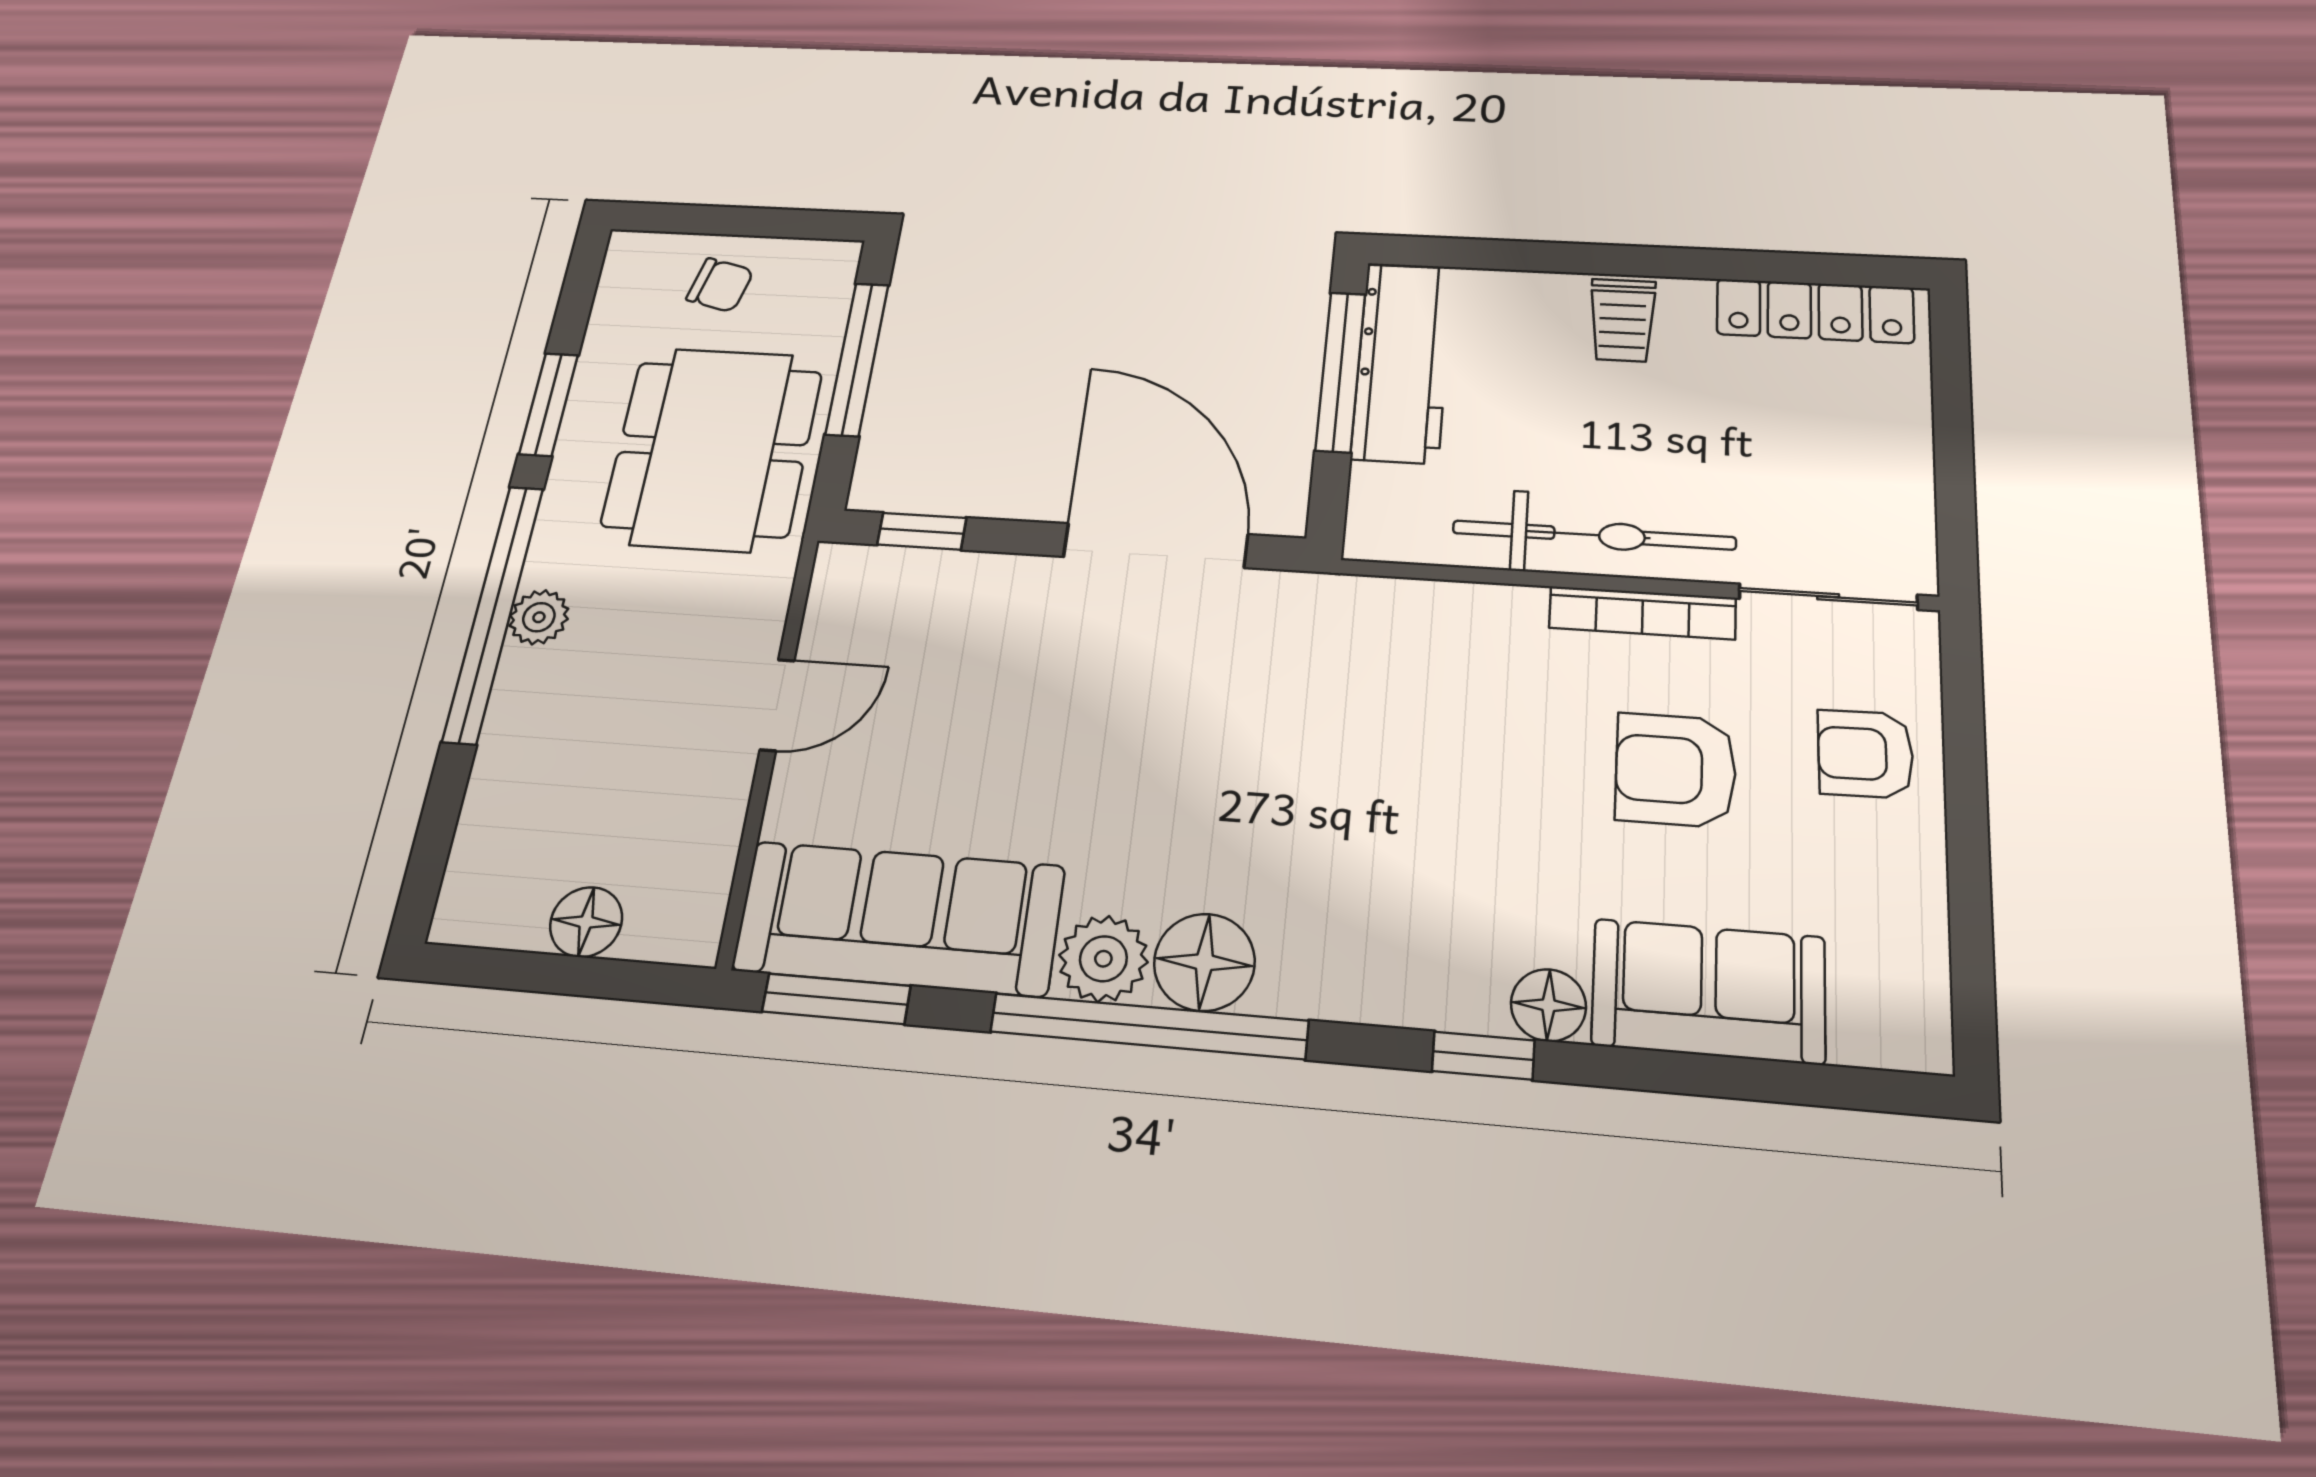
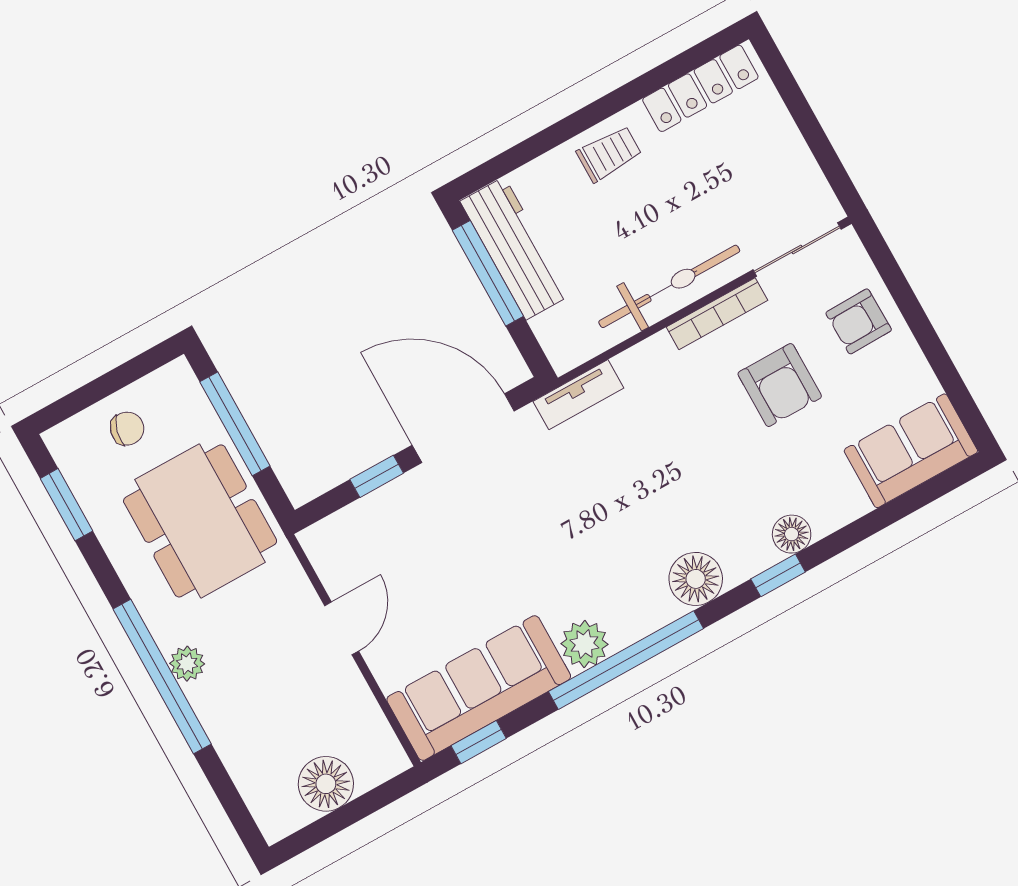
trolley: (1623, 320) -> (609, 154), turned -90
window: (549, 404) -> (66, 505), moved
window: (922, 531) -> (377, 476), moved
tv unit: (1354, 600) -> (578, 395), added
armchair: (1676, 770) -> (780, 385), turned -90
floor lamp: (586, 922) -> (326, 784), width x1.38, depth x1.38
floor lamp: (1204, 962) -> (696, 579), moved
sofa: (1708, 991) -> (911, 451), moved
window: (836, 999) -> (479, 742), width x0.67

